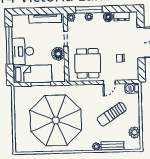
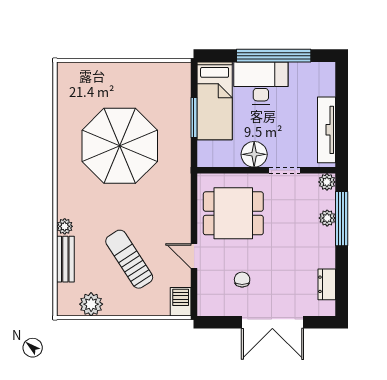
floor lamp: (108, 17) -> (326, 257), removed
parasol: (56, 120) -> (120, 146), width x0.73, depth x0.73

